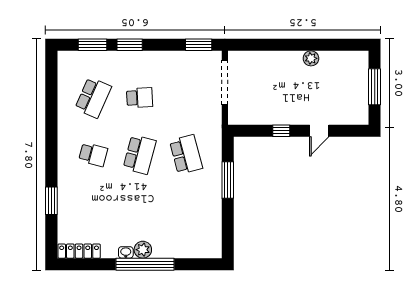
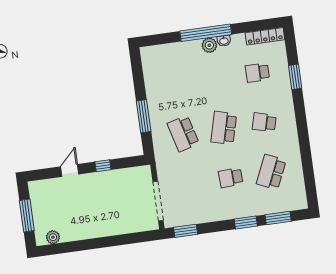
plant: (311, 58) -> (53, 237), moved
school desk: (93, 211) -> (257, 73), added

